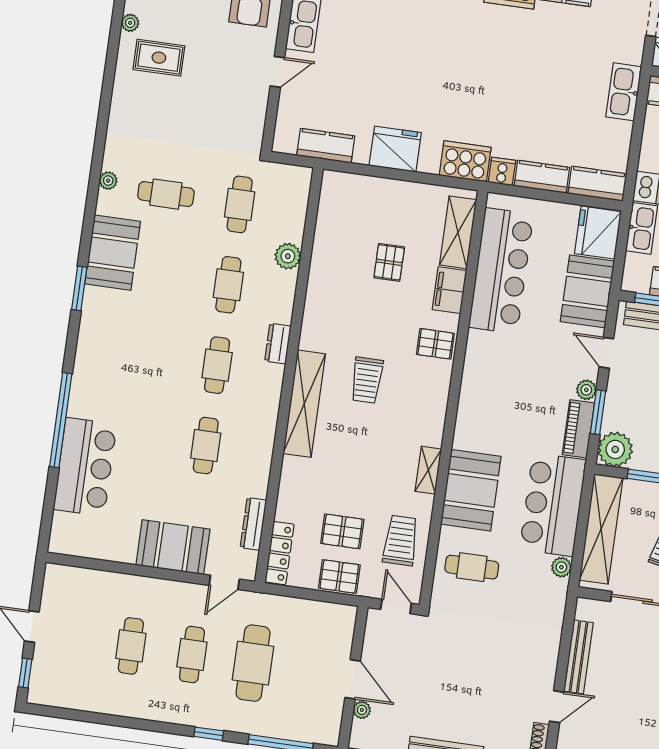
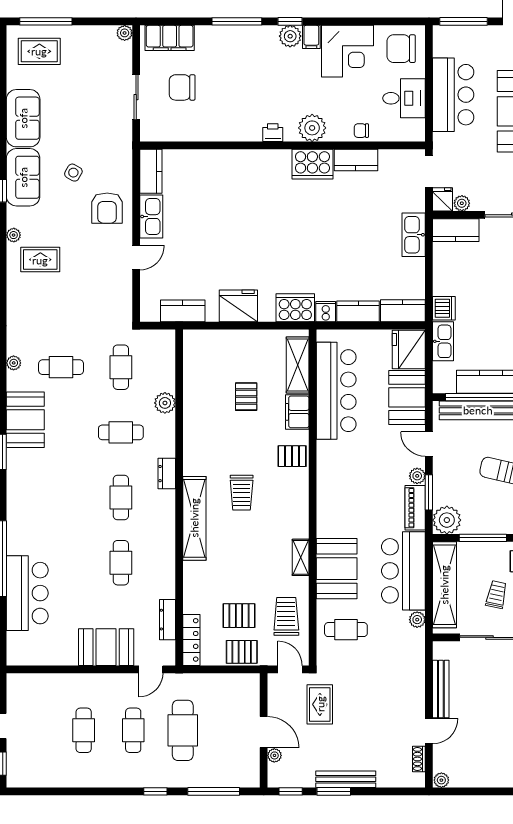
cafe table: (228, 285) -> (121, 432), turned 90
rug: (427, 655) -> (320, 704), added

